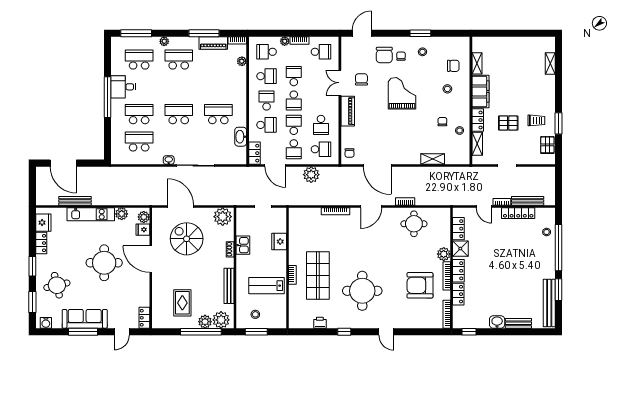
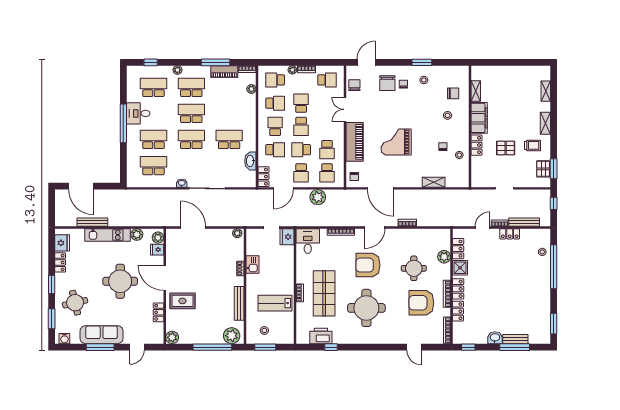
window: (136, 33) -> (151, 62), width x0.46
chair: (361, 79) -> (354, 85), moved
school desk: (179, 87) -> (191, 113), added
grand piano: (402, 93) -> (396, 142), moved, turned -90
piano: (348, 111) -> (355, 142), width x1.37, depth x1.33
window: (559, 123) -> (554, 169), moved
school desk: (294, 125) -> (301, 150), turned -90
shelving: (477, 144) -> (545, 123), moved
school desk: (321, 149) -> (327, 173), turned 90
door: (275, 165) -> (283, 188), hinge flipped
window: (559, 181) -> (554, 203), added
door: (484, 206) -> (482, 228), swing flipped
locker: (518, 213) -> (510, 234), width x0.66
plant: (223, 217) -> (237, 233), width x0.53, depth x0.53
desk: (301, 221) -> (308, 241), added
round table: (414, 224) -> (414, 268), moved
spiral stairs: (187, 239) -> (199, 258), removed
fridge: (279, 242) -> (287, 237), moved
armchair: (364, 246) -> (368, 265), added
plant: (444, 254) -> (444, 257), moved
window: (559, 290) -> (554, 324), moved
rug: (182, 303) -> (182, 301), moved, turned 90
bench: (549, 303) -> (545, 320), removed
locker: (144, 318) -> (158, 312), moved
plant: (205, 322) -> (172, 337), moved
printer: (320, 323) -> (321, 336), width x1.87, depth x1.48
window: (344, 332) -> (331, 347), moved
door: (386, 332) -> (414, 347), moved
window: (518, 332) -> (515, 347), added

